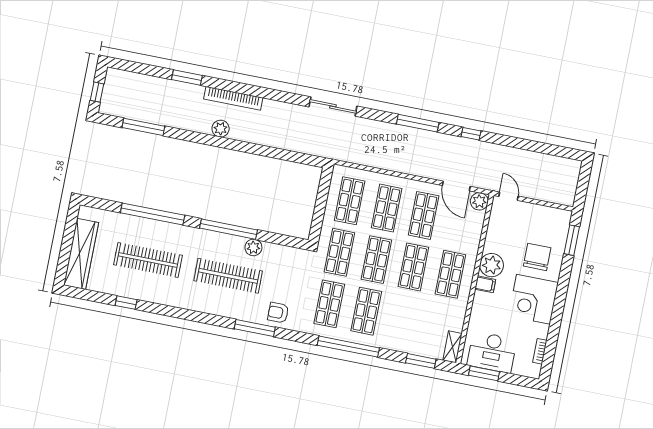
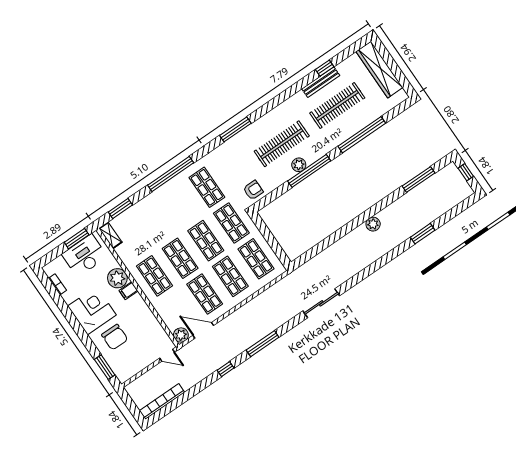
bookcase: (233, 98) -> (162, 401), moved
plant: (253, 247) -> (299, 165), moved
plant: (492, 265) -> (117, 278), moved
bench: (142, 294) -> (321, 82), added
shop shelf: (366, 311) -> (181, 205), removed
armchair: (278, 313) -> (253, 190), moved

